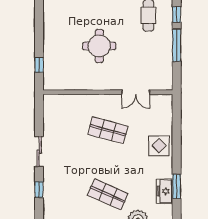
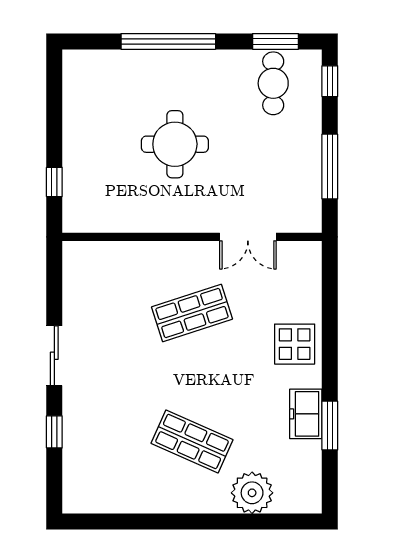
window: (177, 45) -> (330, 167), moved
shop shelf: (108, 130) -> (192, 313), turned -33
freezer: (165, 191) -> (306, 414), moved

